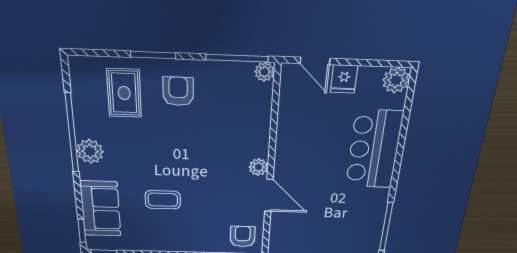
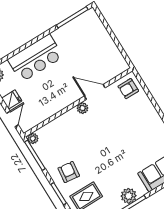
armchair: (178, 91) -> (69, 172), turned 97
door: (269, 195) -> (95, 92), hinge flipped
coffee table: (163, 200) -> (133, 144), removed

